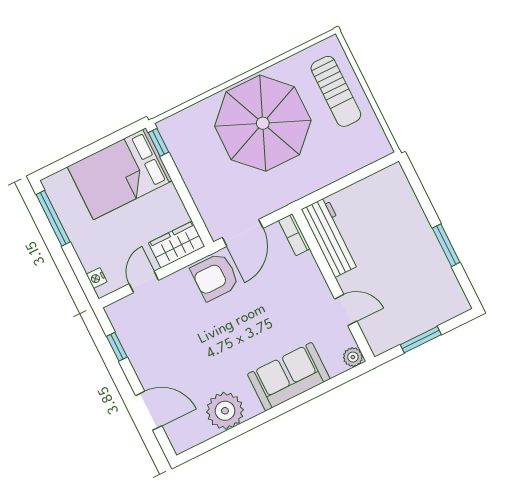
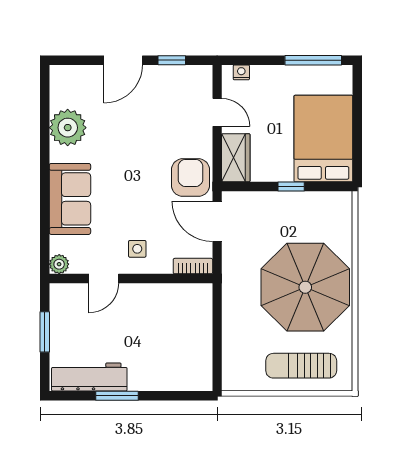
window: (159, 142) -> (291, 187), moved
workbench: (331, 237) -> (89, 377), moved, turned 180
side table: (304, 293) -> (137, 249), added
door: (149, 411) -> (123, 60), moved

